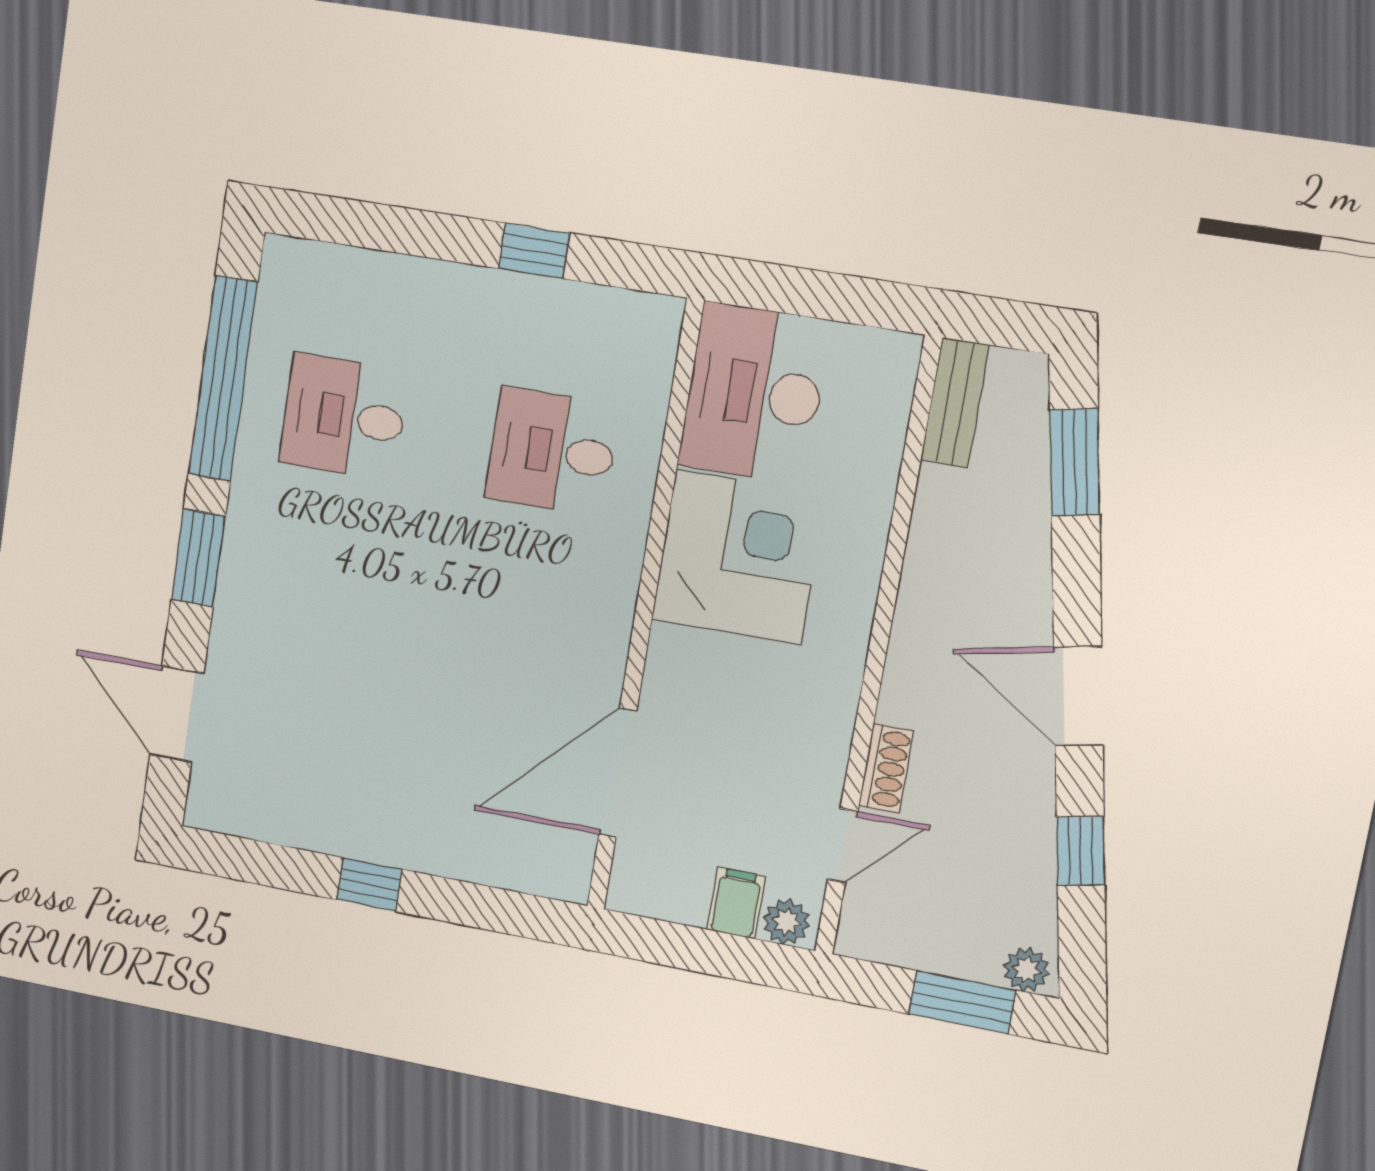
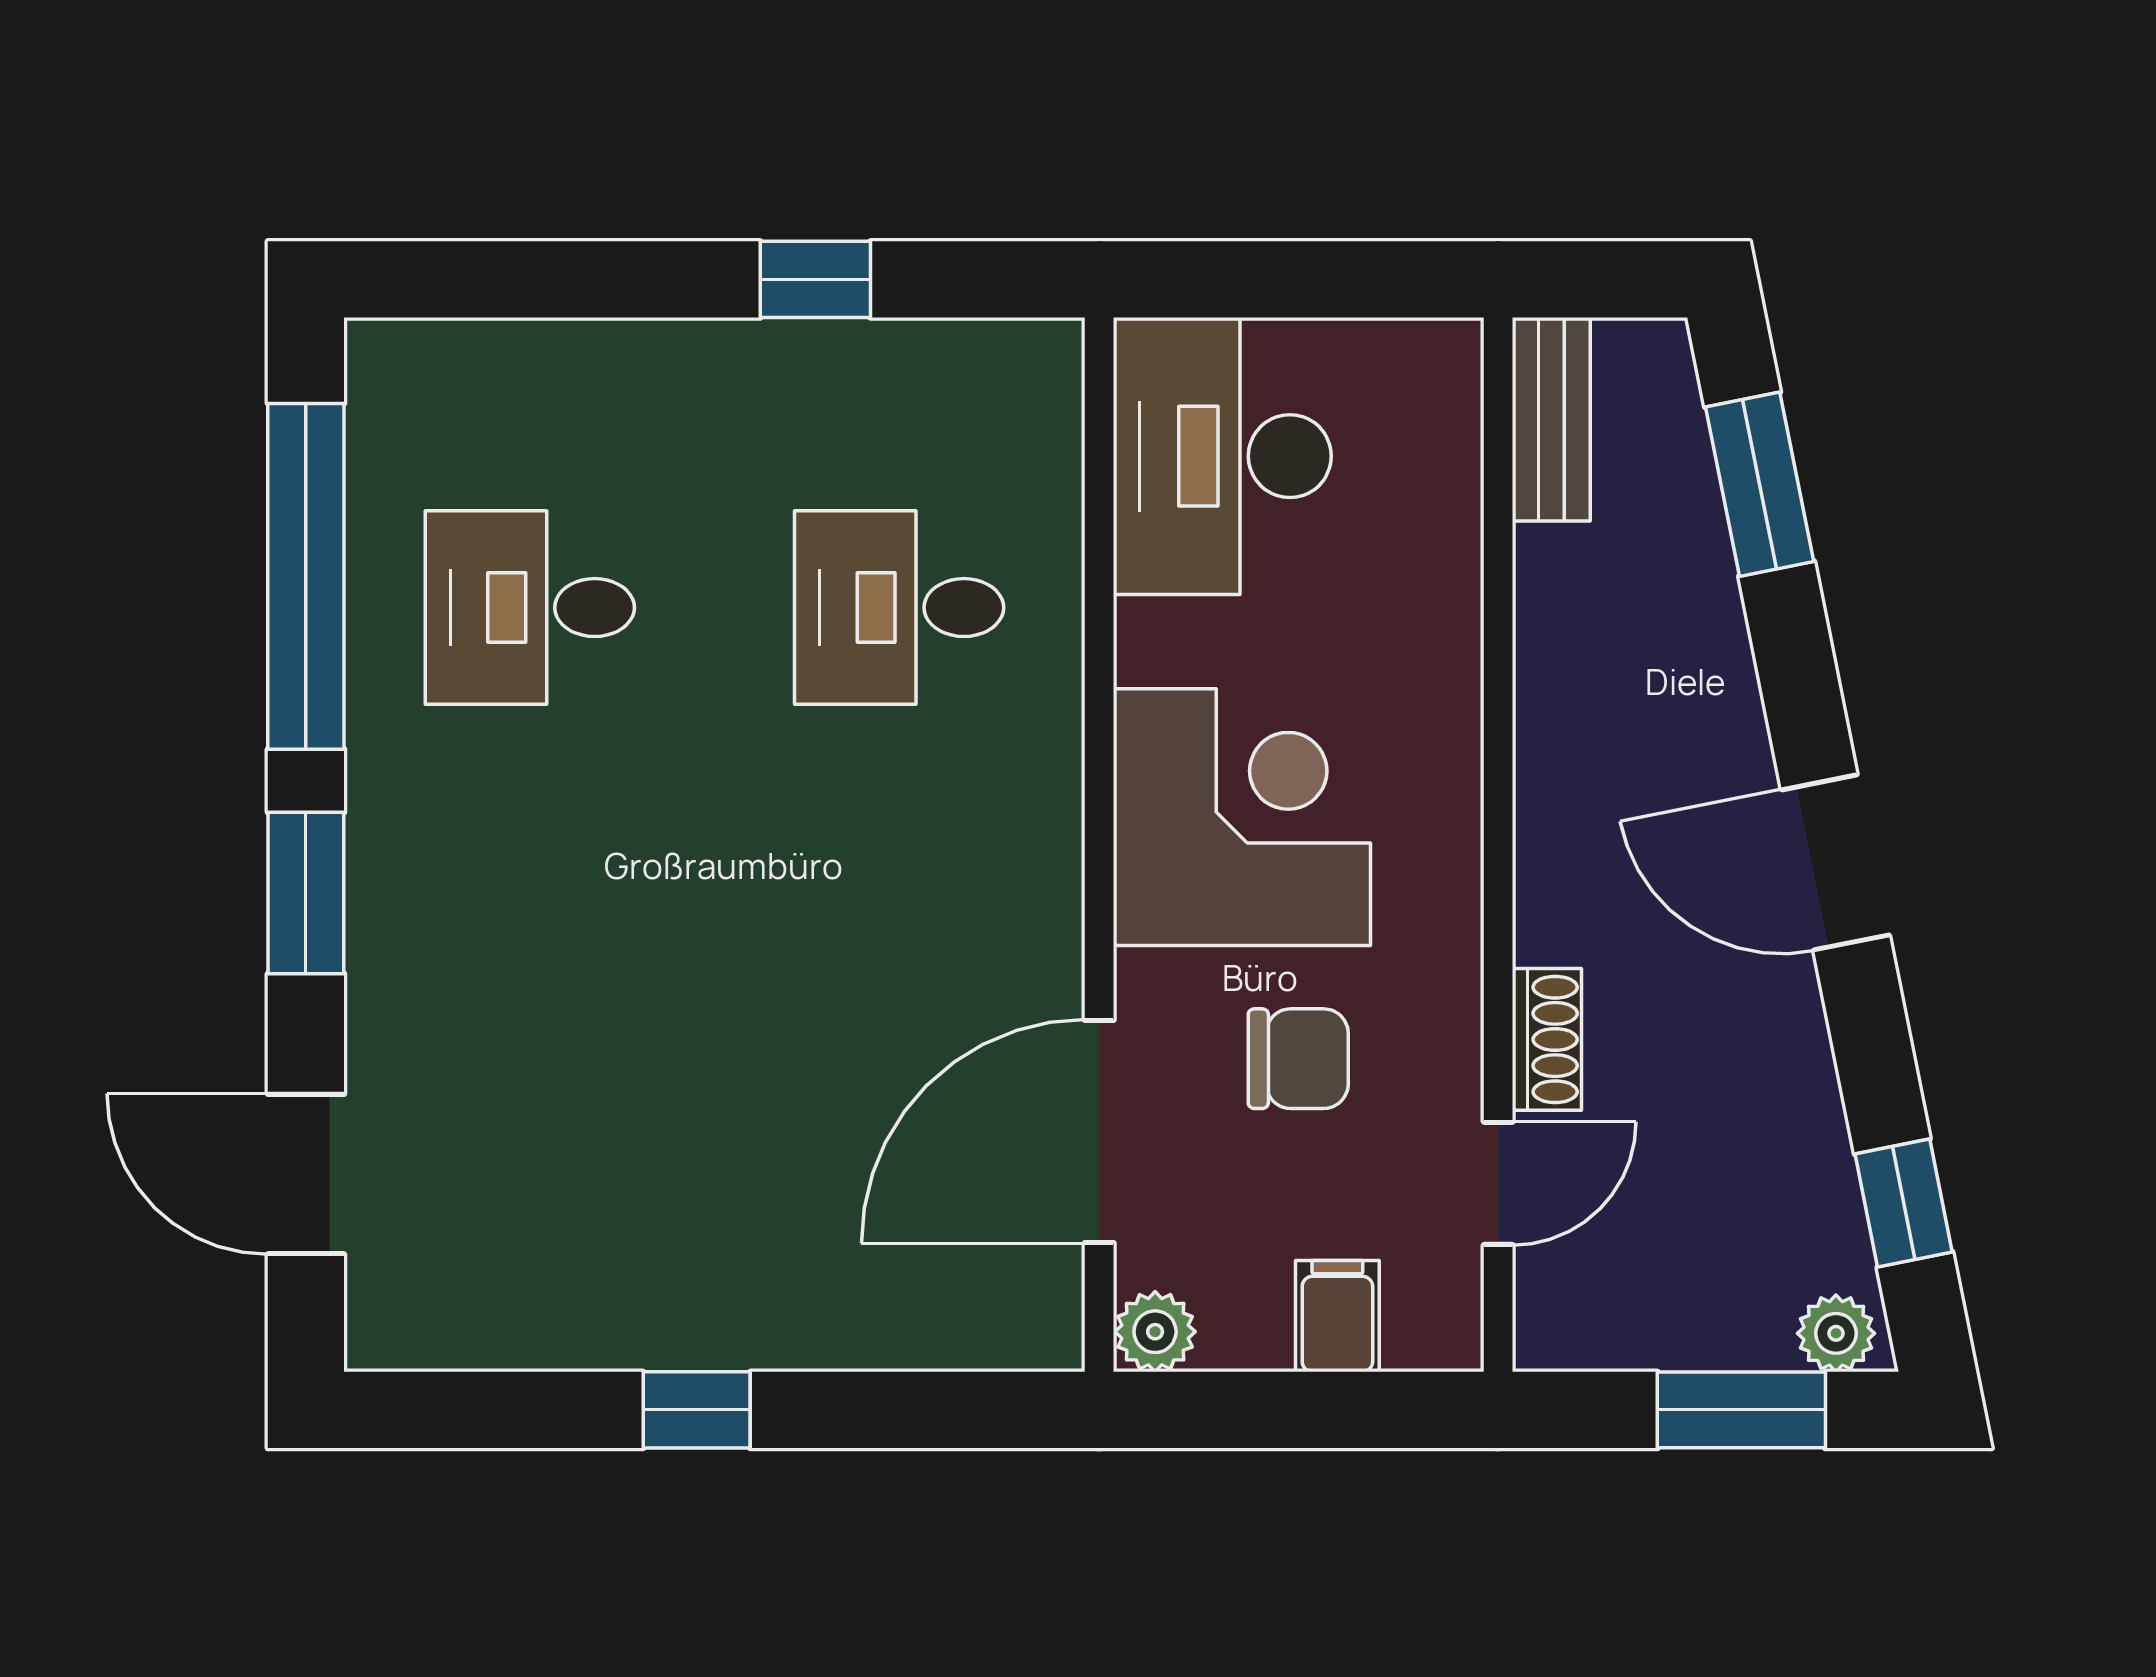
corner desk: (738, 557) -> (1242, 817), moved
chair: (739, 753) -> (1298, 1059), added
window: (1081, 851) -> (1904, 1203), moved
plant: (787, 922) -> (1155, 1332), moved

